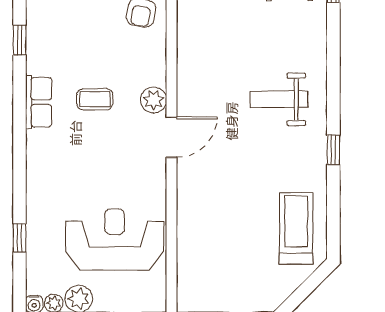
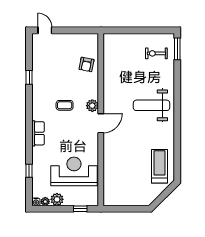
weight bench: (279, 99) -> (152, 105), width x1.36, depth x1.33
row of seats: (39, 102) -> (38, 133), moved
window: (333, 150) -> (177, 129), removed

